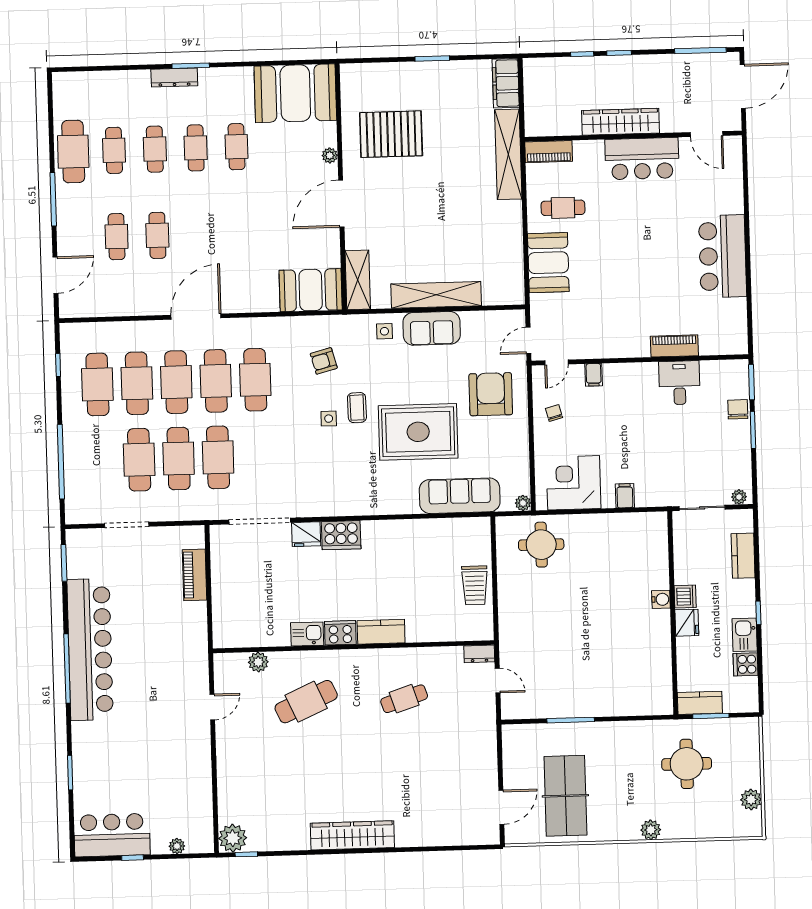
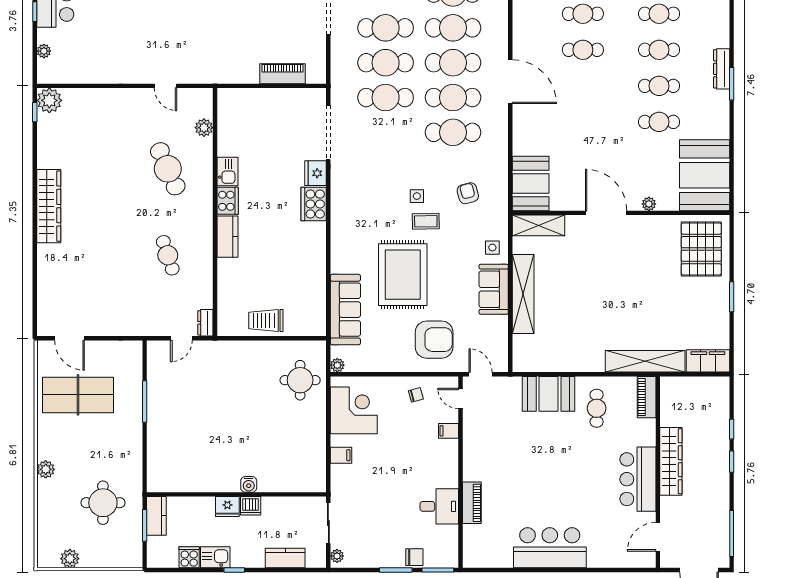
pallet: (391, 134) -> (701, 249), moved

